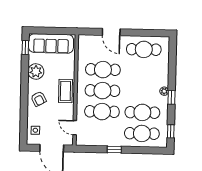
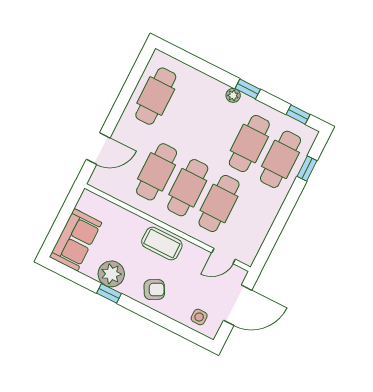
door: (111, 32) -> (98, 149), moved
sofa: (51, 43) -> (76, 240), width x0.73
window: (25, 47) -> (109, 293), moved
window: (114, 149) -> (307, 169), moved

